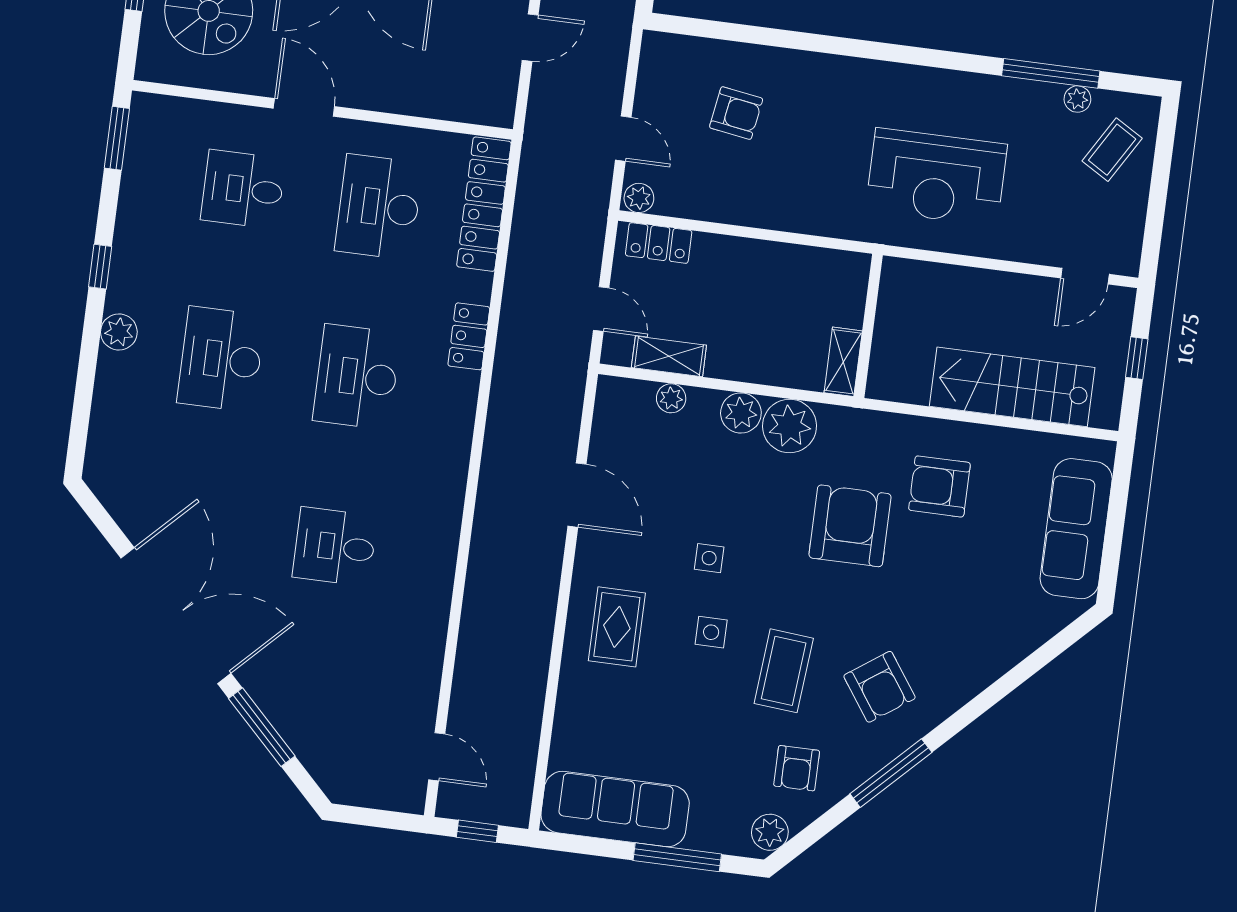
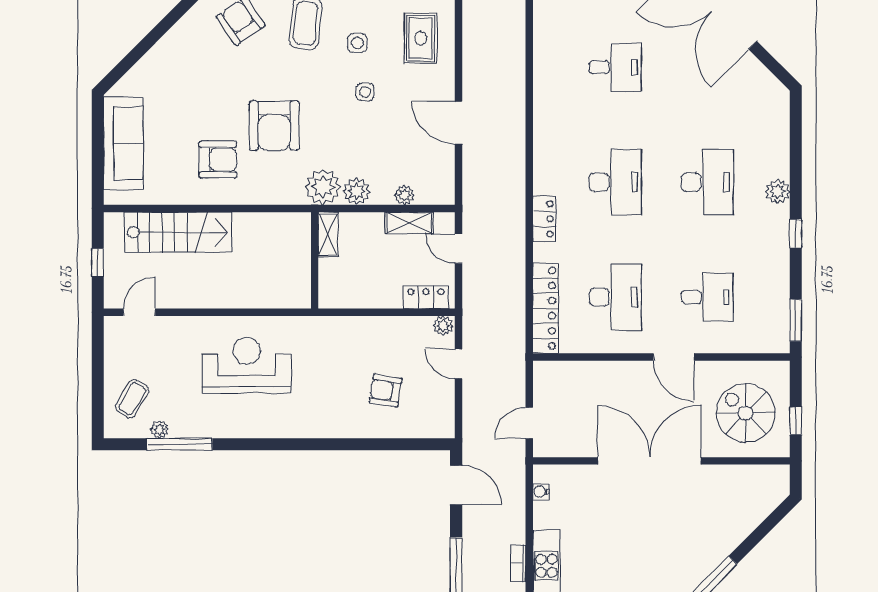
wall: (868, 326) -> (315, 260), moved
shelving: (843, 362) -> (328, 234), moved

